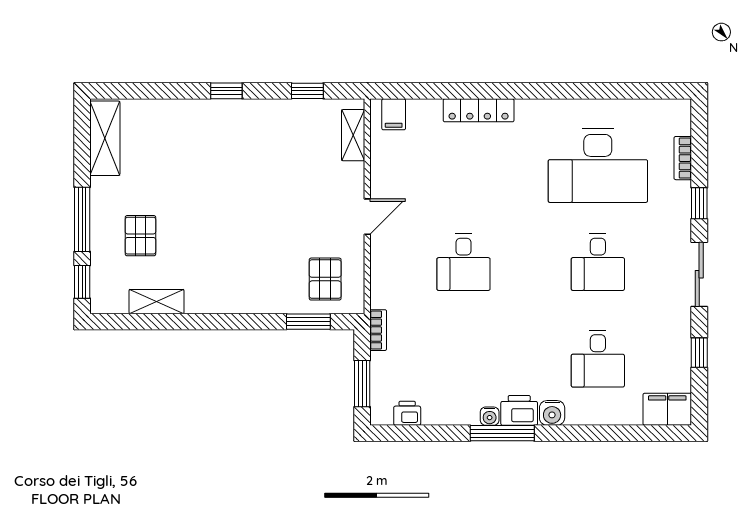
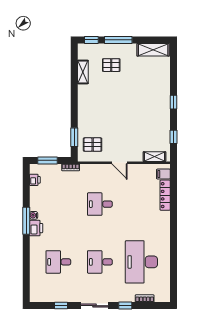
locker: (479, 110) -> (165, 195), moved
filing cabinet: (667, 409) -> (37, 292), removed
water cooler: (552, 413) -> (35, 242), removed

